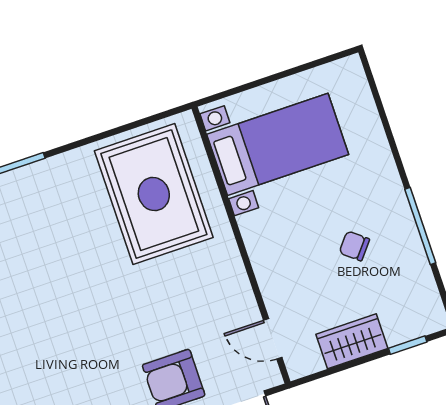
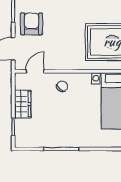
chair: (354, 246) -> (62, 86), moved

